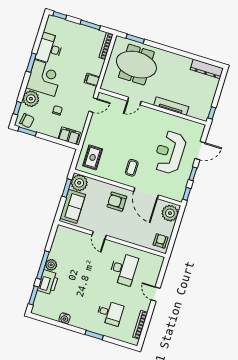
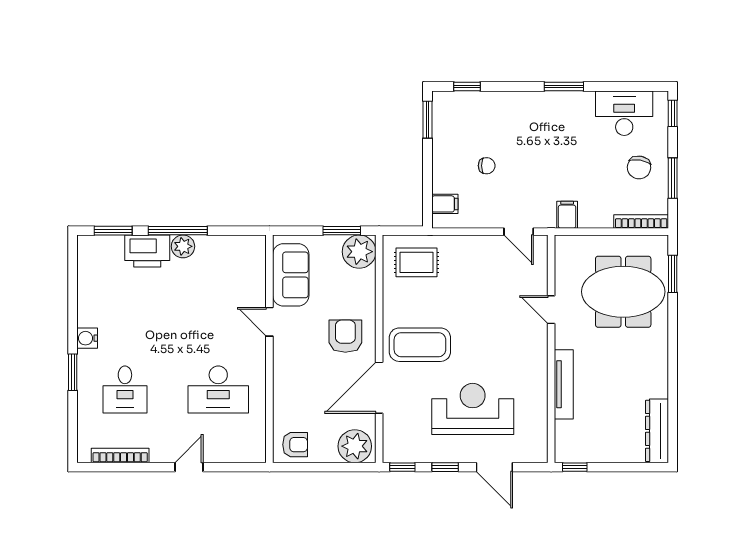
desk: (49, 48) -> (624, 113), moved
meeting table: (136, 65) -> (623, 292), turned 90
corner desk: (44, 78) -> (542, 121), removed
plant: (31, 99) -> (493, 107), removed
chair: (27, 121) -> (639, 167), moved
filing cabinet: (69, 136) -> (445, 204), width x0.50
coffee table: (132, 168) -> (420, 345), width x1.86, depth x1.72
sofa: (73, 206) -> (291, 275), moved, turned -90
door: (99, 235) -> (269, 322), hinge flipped
water cooler: (65, 318) -> (87, 338), moved

